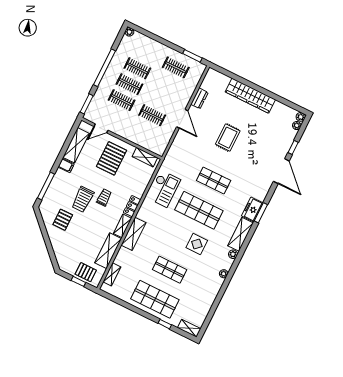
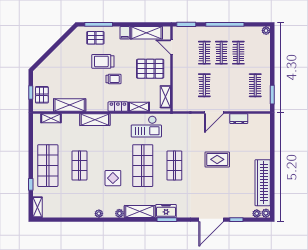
wardrobe: (250, 96) -> (263, 183), moved
pallet: (63, 220) -> (95, 38), moved
shelving: (123, 226) -> (139, 107), moved

